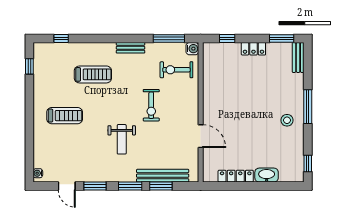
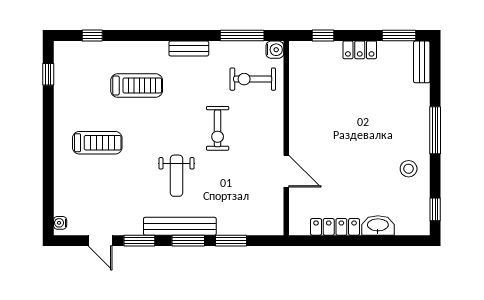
stool: (287, 120) -> (409, 169), moved
bench: (163, 176) -> (180, 226), moved

